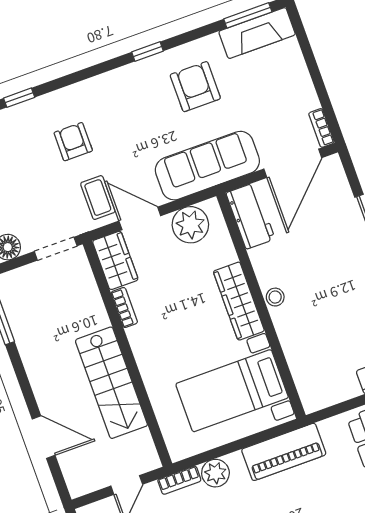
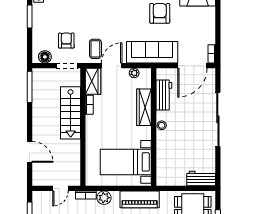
armchair: (73, 142) -> (66, 41), moved
workbench: (250, 216) -> (164, 95), moved
door: (140, 218) -> (112, 66), hinge flipped
plant: (190, 225) -> (134, 73), width x0.53, depth x0.53
wardrobe: (239, 301) -> (144, 107), moved
stairs: (111, 383) -> (71, 113), moved

